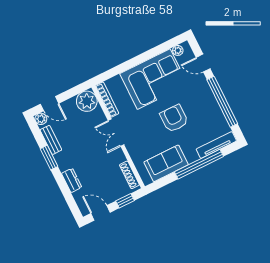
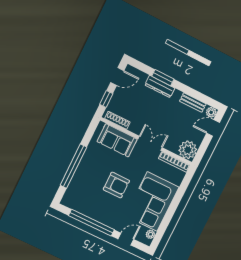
tv unit: (216, 145) -> (72, 189), removed
window: (49, 158) -> (163, 78), moved
sofa: (166, 163) -> (117, 140), moved, turned 90
dresser: (72, 180) -> (160, 86), width x1.44

